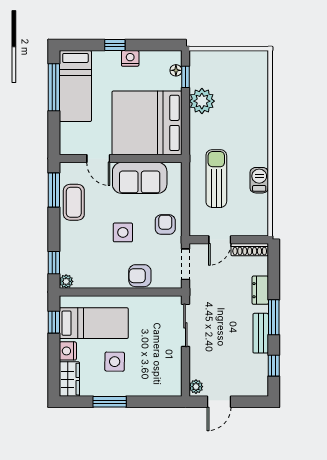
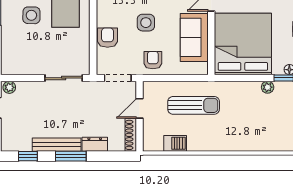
plant: (202, 101) -> (268, 87), width x0.53, depth x0.53
barbecue: (259, 180) -> (175, 143), moved
armchair: (165, 225) -> (153, 60), turned -90
door: (220, 240) -> (139, 108), hinge flipped
bench: (261, 333) -> (57, 145), width x1.36

